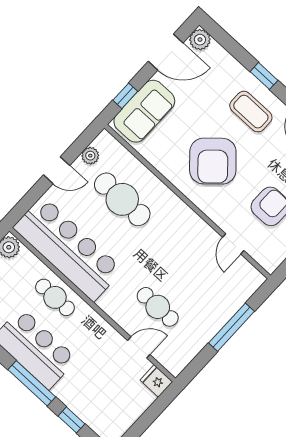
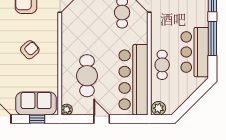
plant: (90, 156) -> (67, 110), moved
armchair: (213, 161) -> (30, 50), width x0.53, depth x0.53

